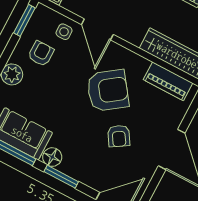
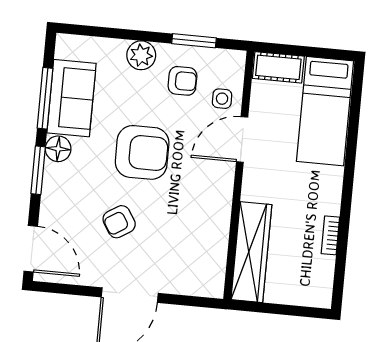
window: (24, 20) -> (194, 41), moved
piano: (168, 81) -> (213, 255), removed
armchair: (108, 91) -> (142, 152), moved, turned -54

